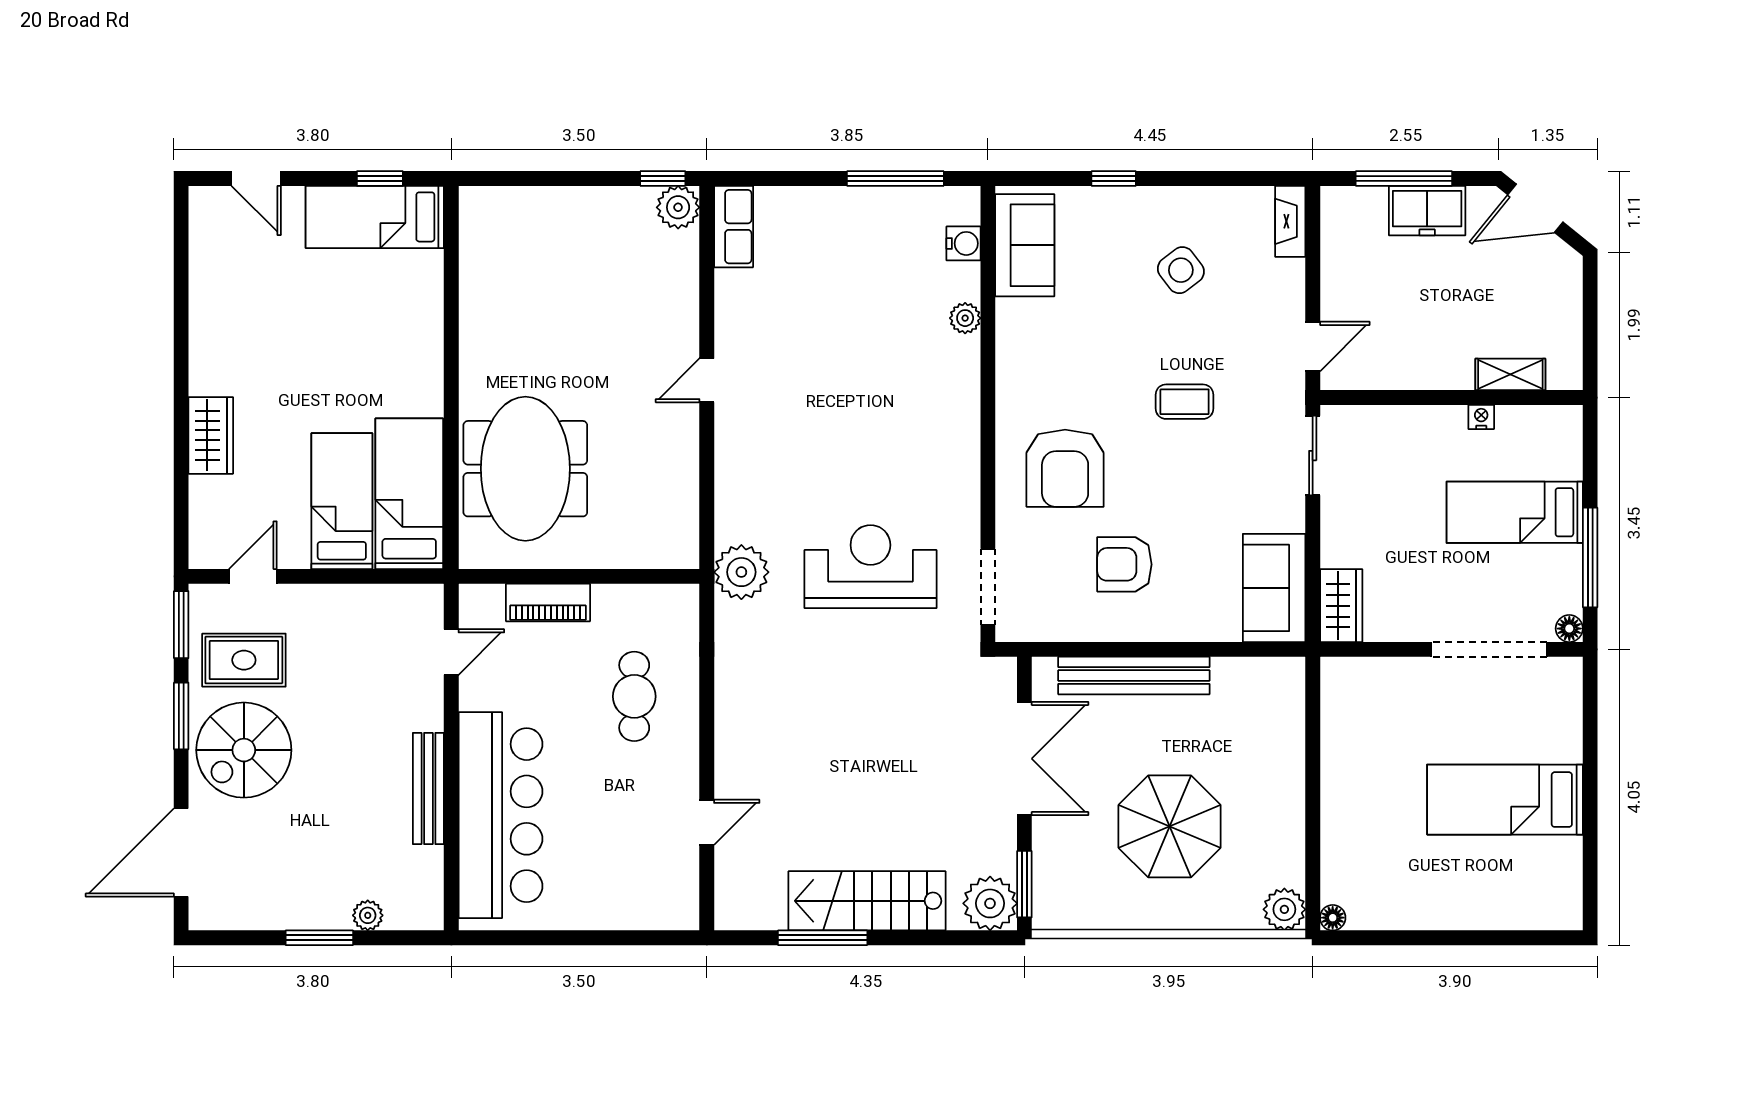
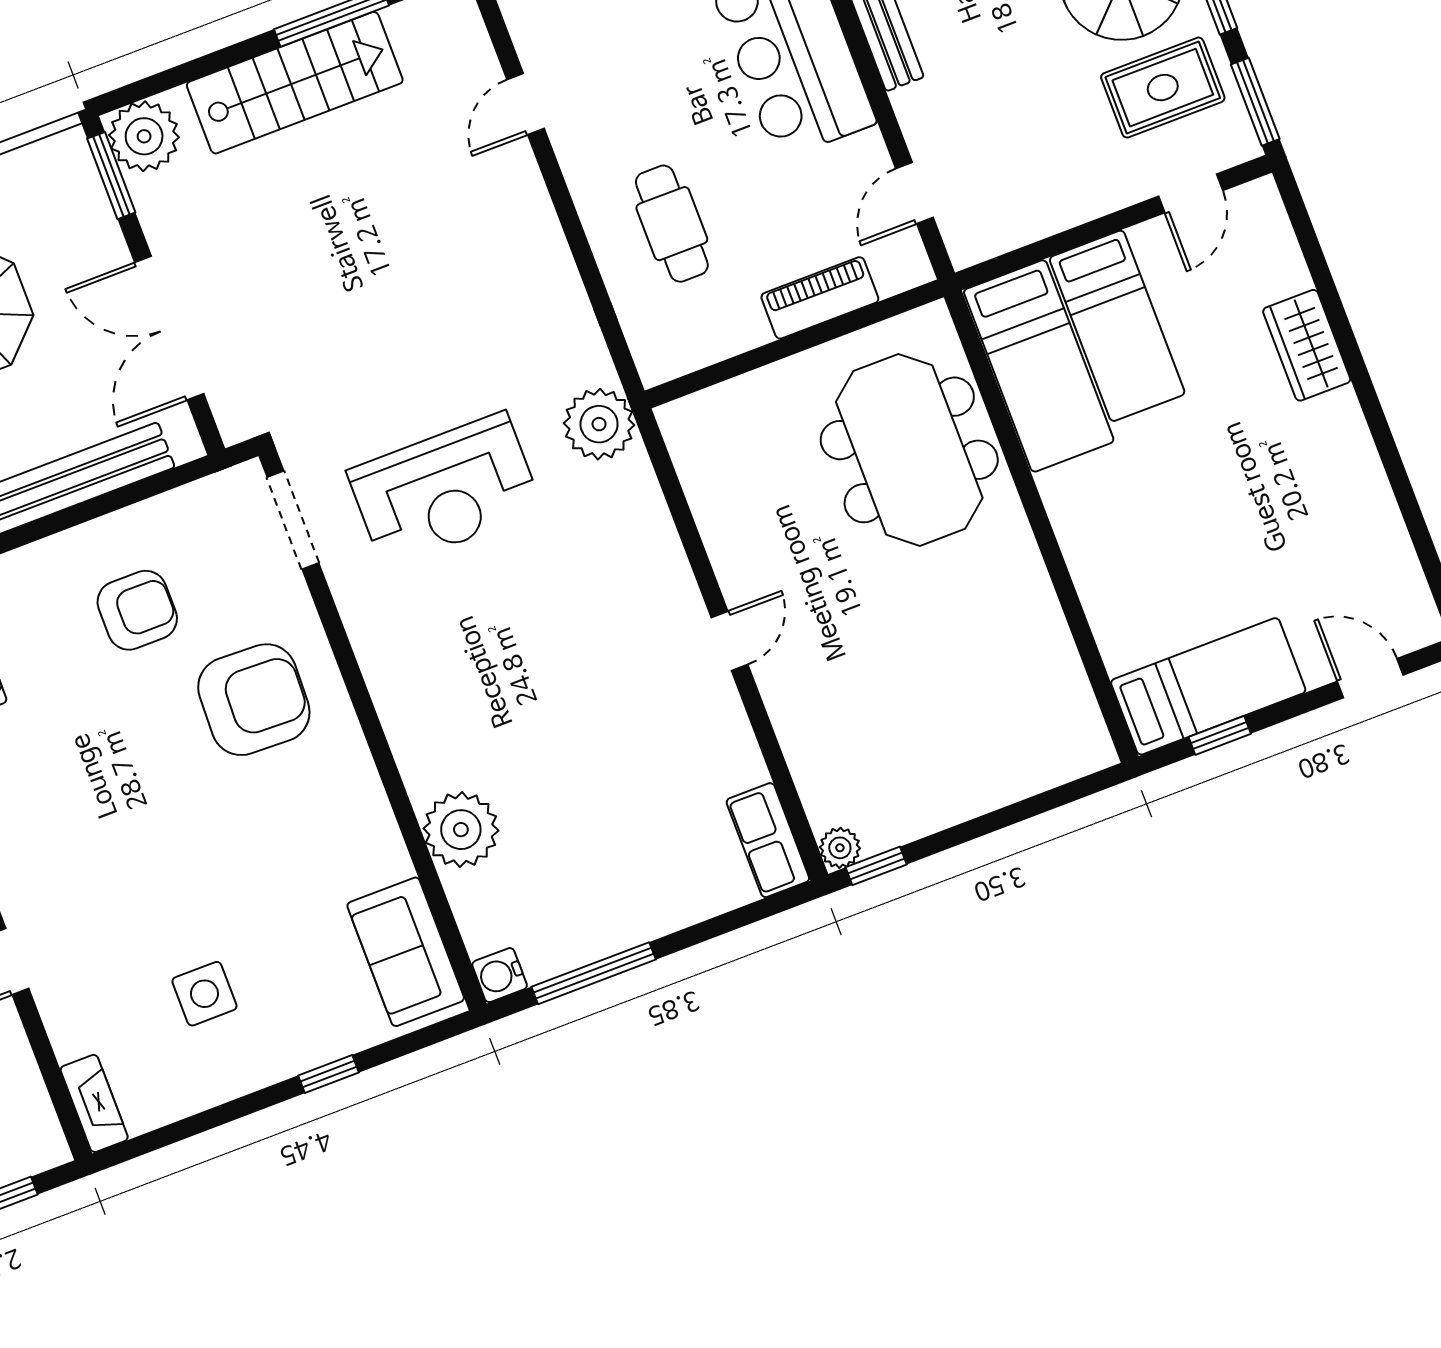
plant: (678, 207) -> (840, 848), width x0.73, depth x0.73
water cooler: (964, 243) -> (500, 975), moved
side table: (1181, 270) -> (204, 994), turned 37
plant: (965, 318) -> (461, 830), width x1.87, depth x1.87
coffee table: (1184, 402) -> (139, 836), removed
armchair: (1065, 468) -> (254, 700), turned 92

